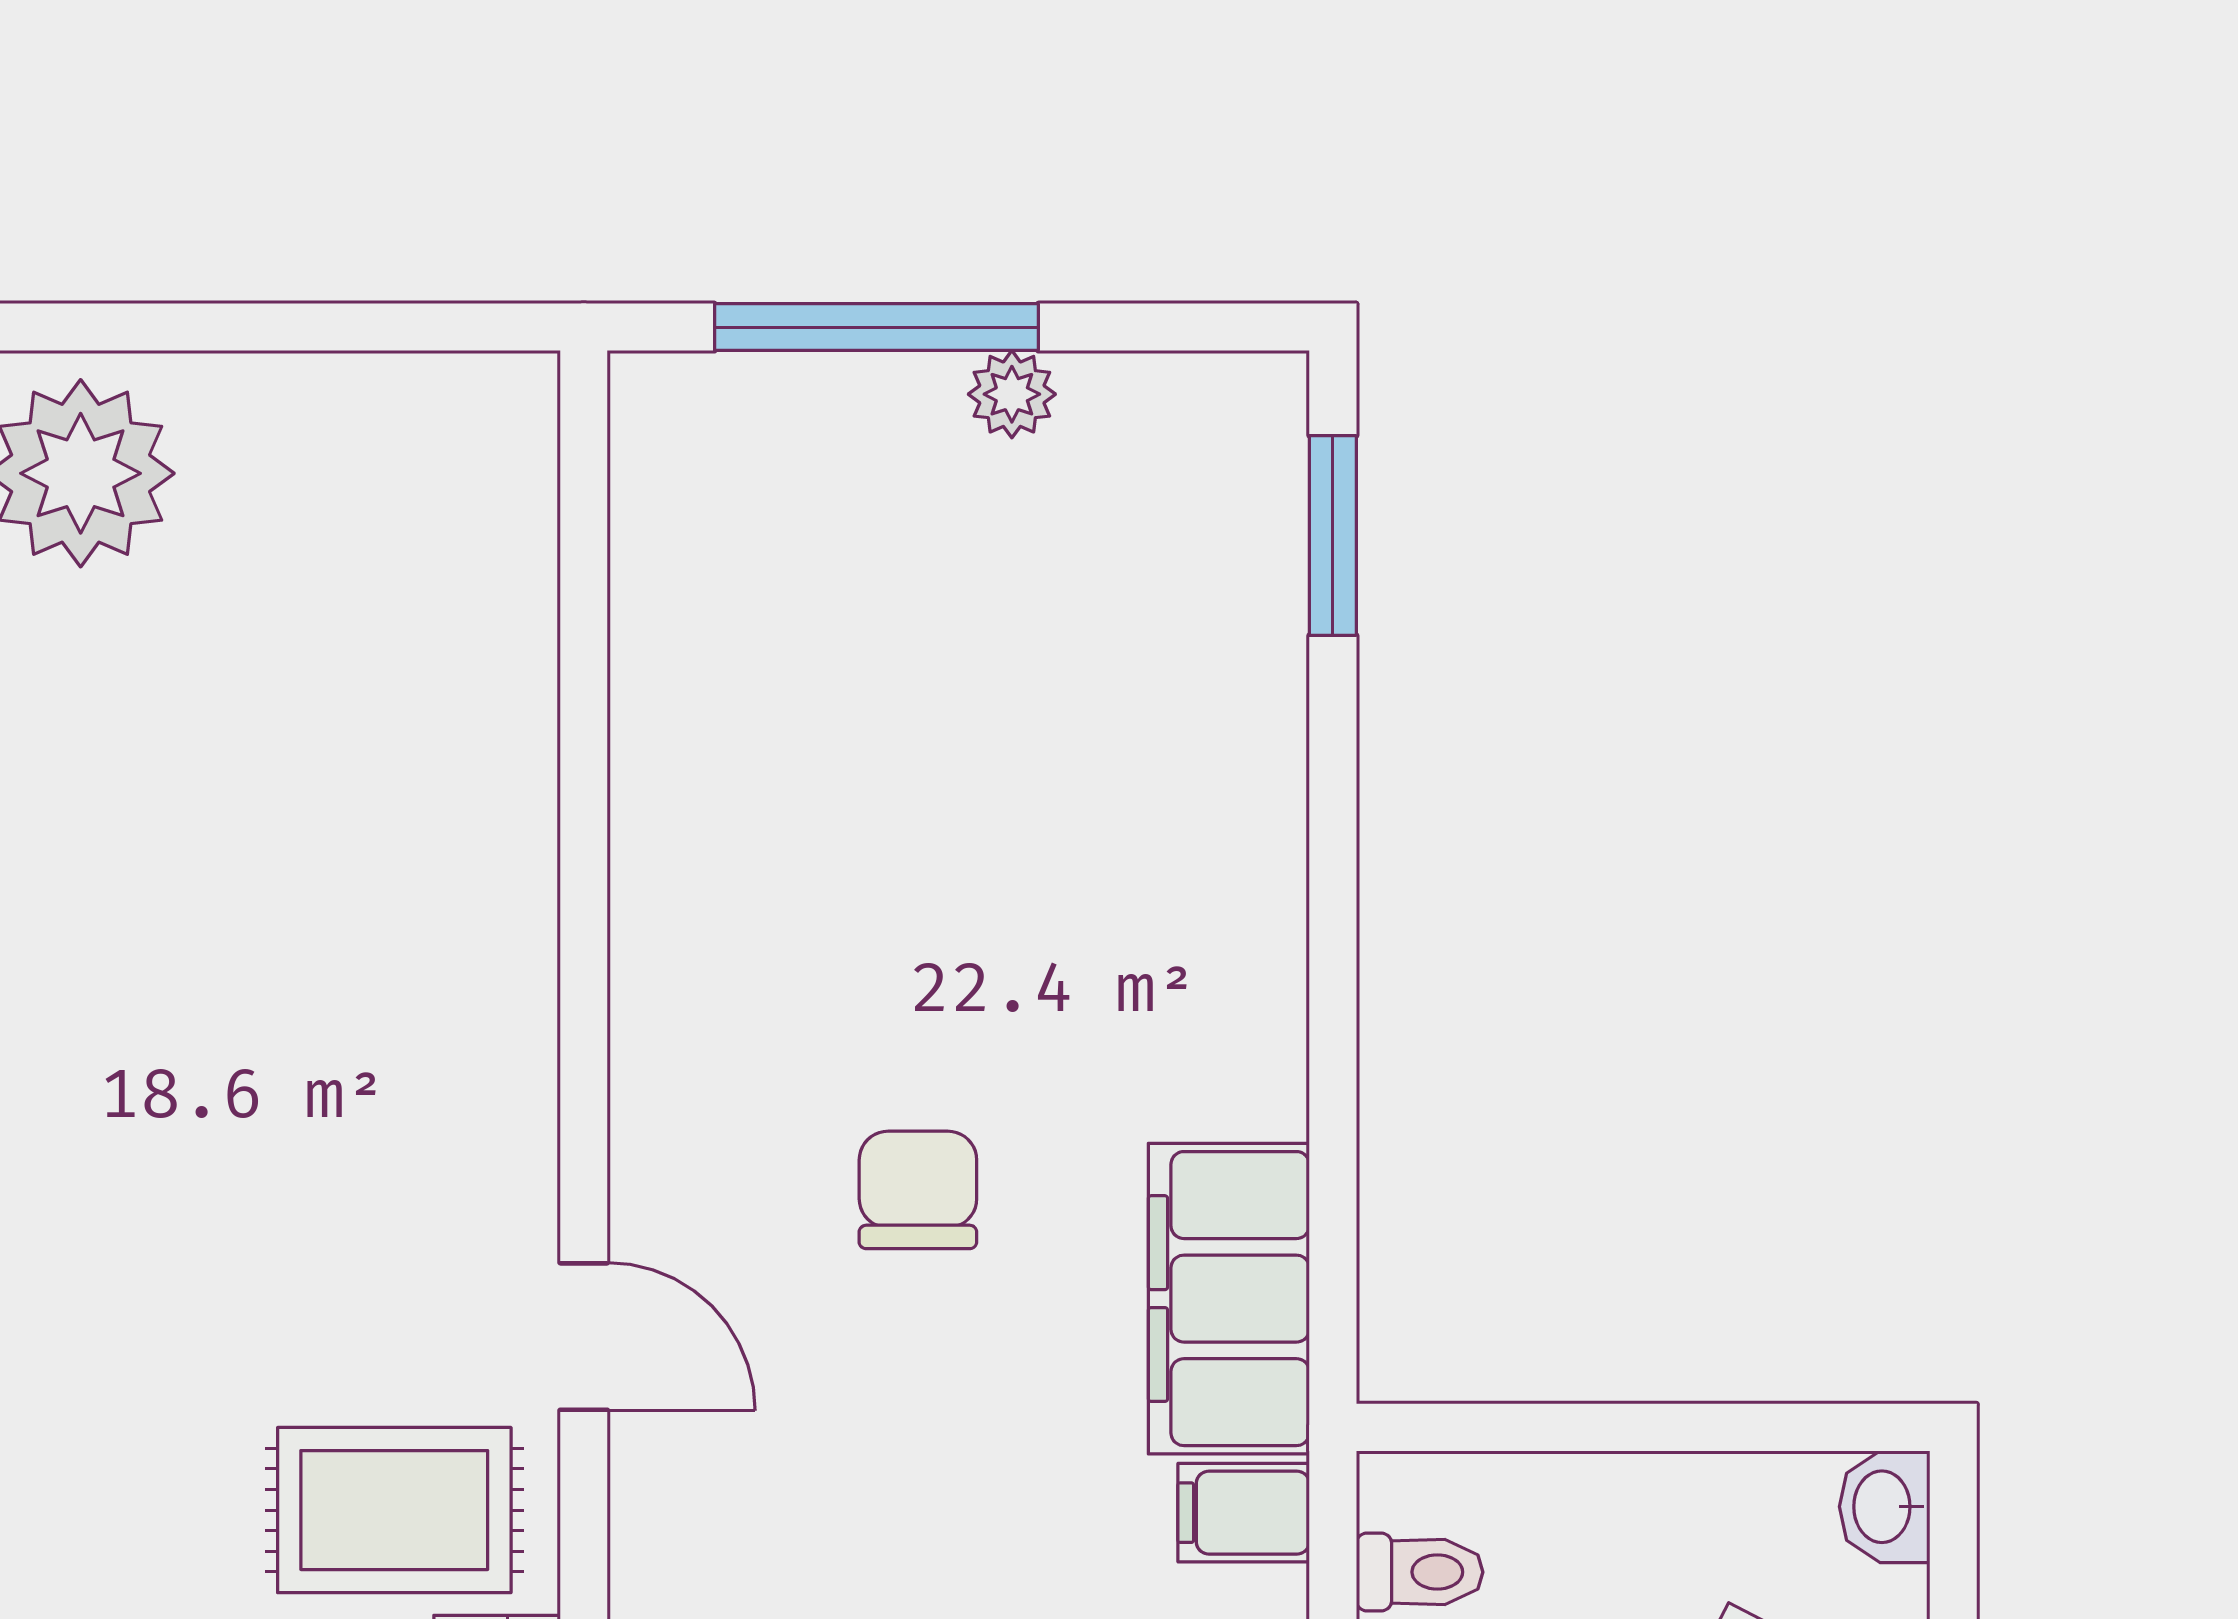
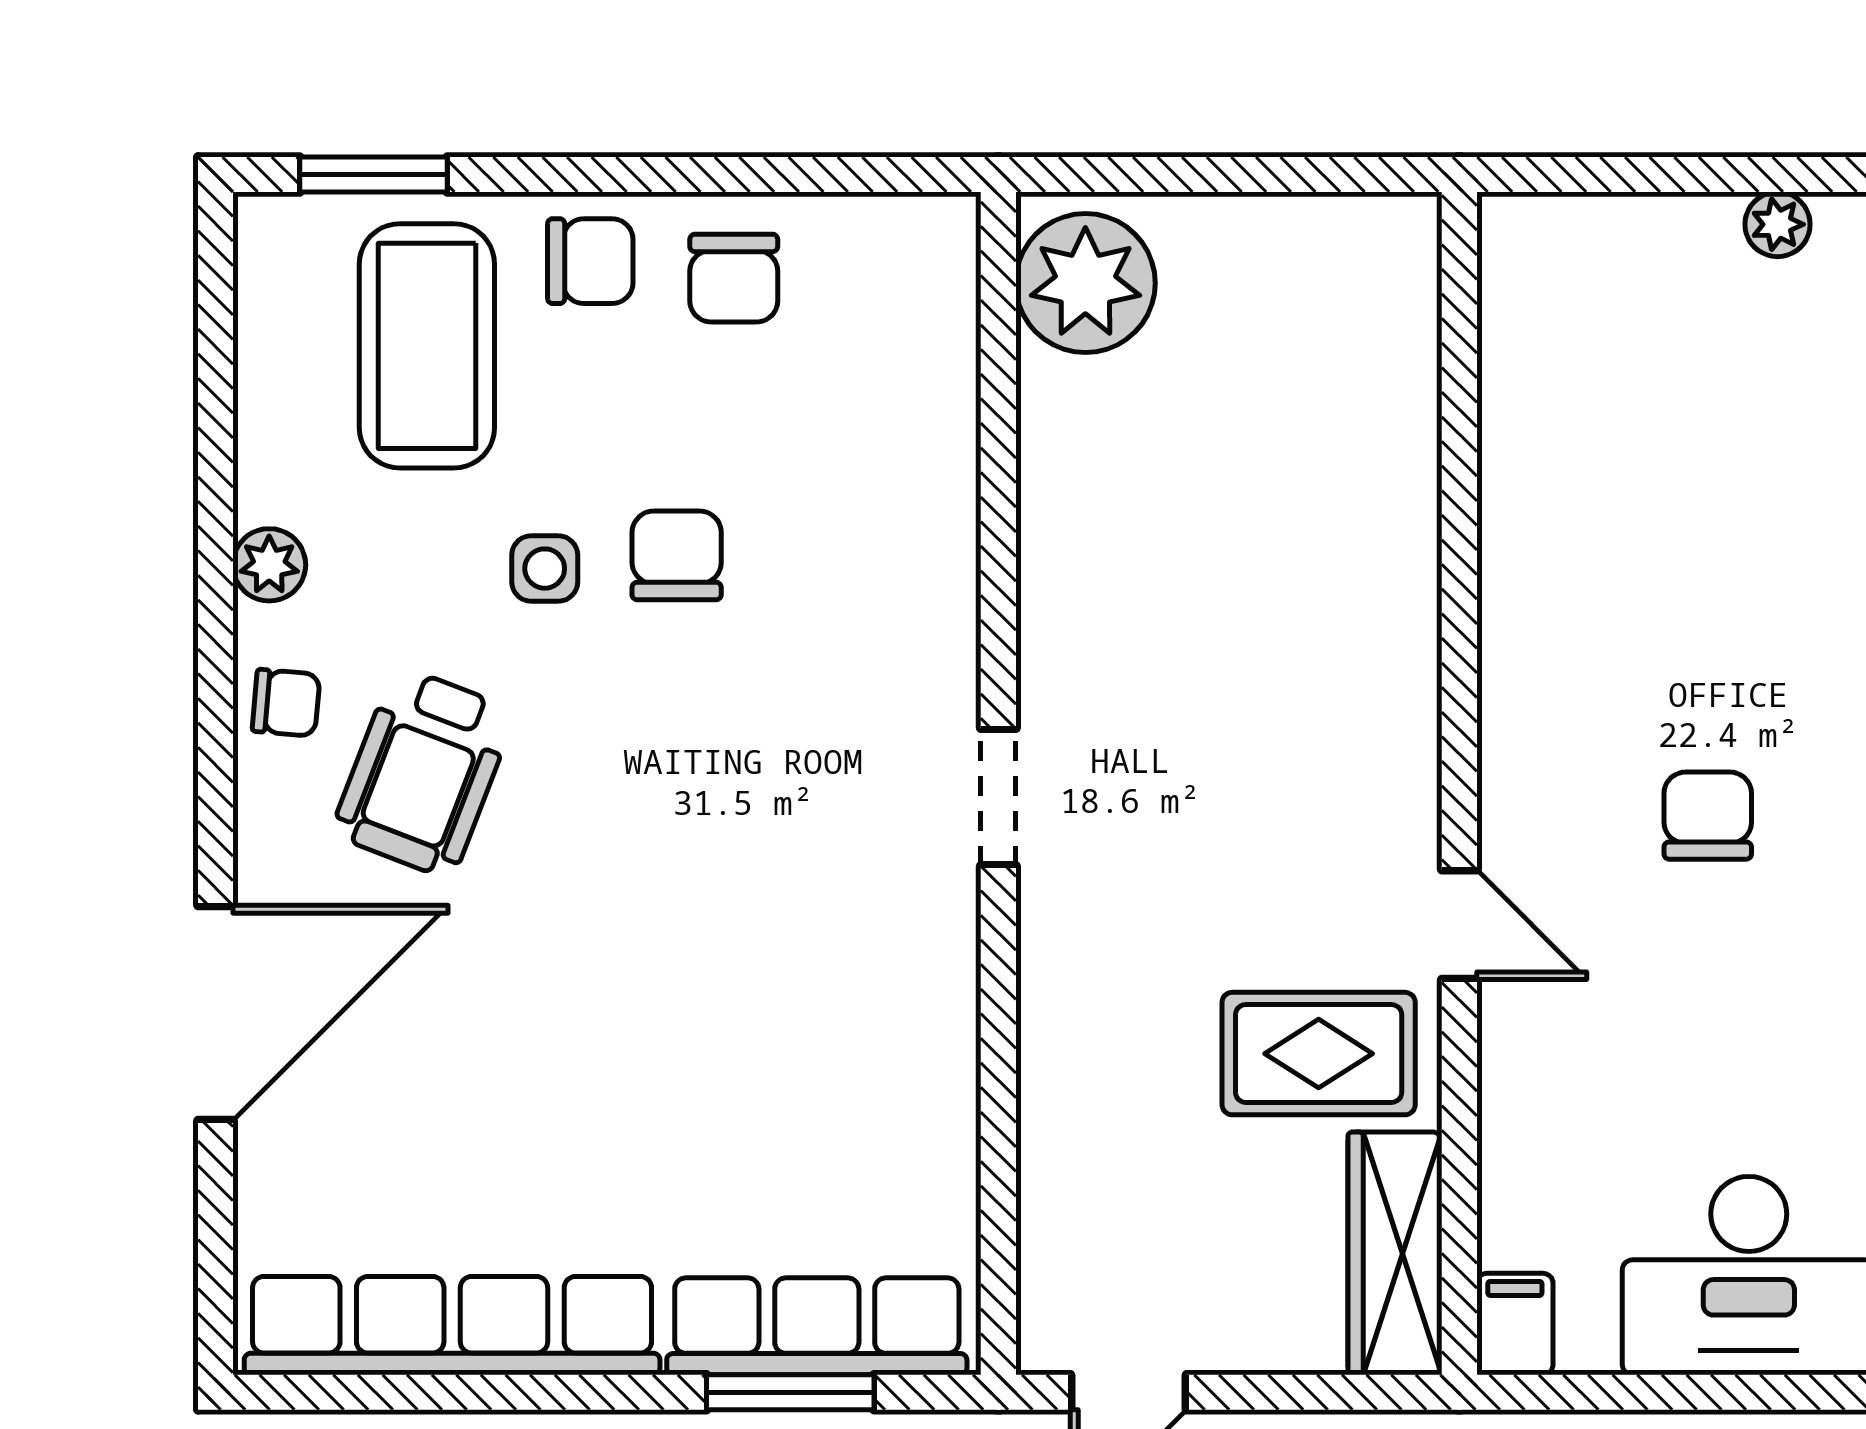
window: (876, 327) -> (1677, 174), removed

